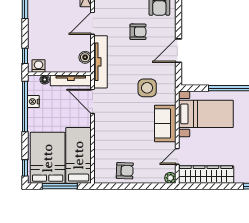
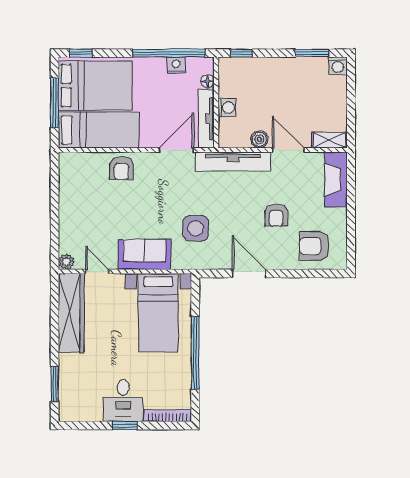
boiler: (85, 57) -> (259, 139), moved
washing machine: (39, 66) -> (227, 108), moved
armchair: (125, 171) -> (122, 168), moved

